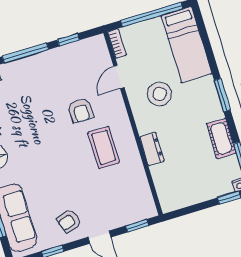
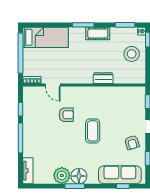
stool: (160, 94) -> (132, 54), moved
cot: (221, 138) -> (98, 34), moved
coffee table: (104, 147) -> (93, 131), moved, turned 90

